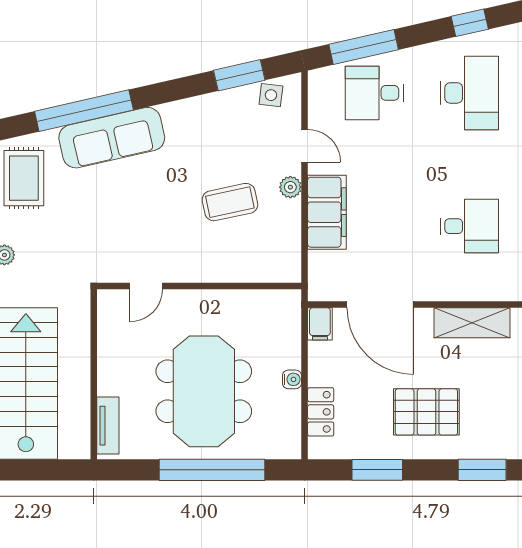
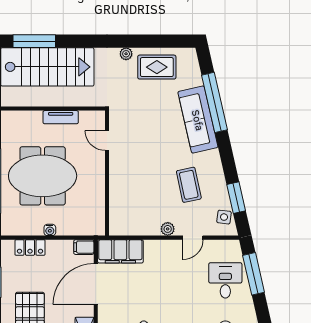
rug: (24, 178) -> (157, 67), moved
coffee table: (230, 202) -> (189, 185), moved
filing cabinet: (327, 212) -> (120, 251), moved
tv unit: (108, 426) -> (61, 117), moved

